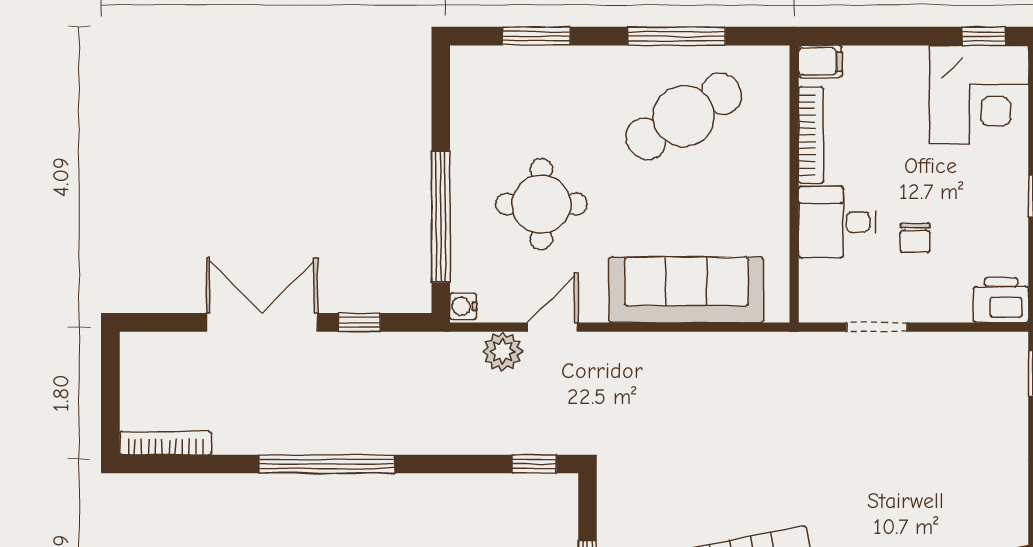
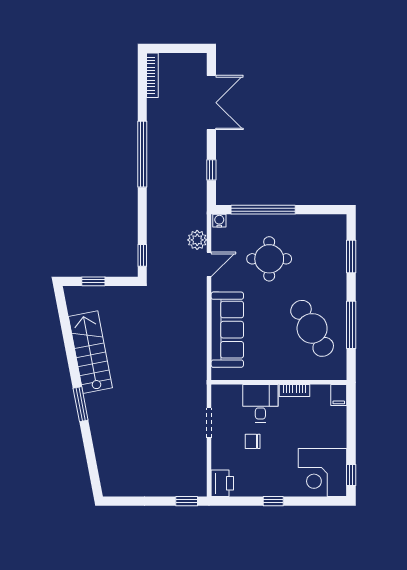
bookcase: (811, 135) -> (294, 391), width x0.64
double door: (262, 322) -> (211, 103), moved
door: (553, 327) -> (209, 264), hinge flipped

